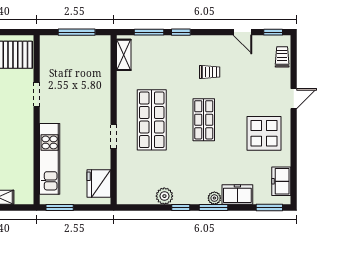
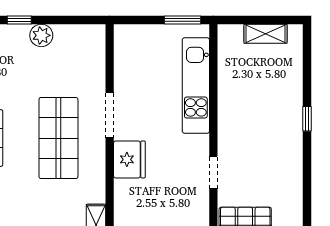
doorway: (114, 137) -> (110, 115), width x1.38
fridge: (99, 183) -> (129, 159), moved

